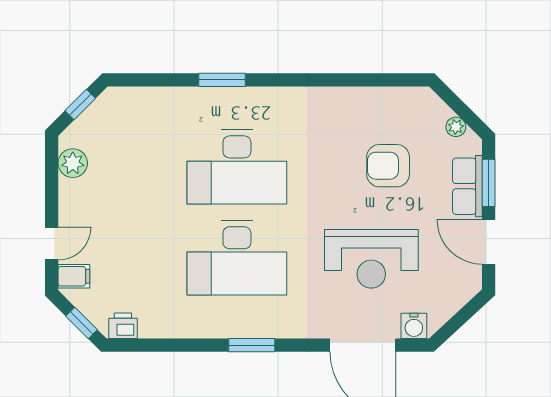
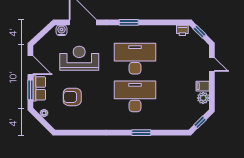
armchair: (388, 166) -> (72, 97), turned 180
door: (52, 243) -> (212, 65), swing flipped
filing cabinet: (74, 276) -> (203, 86), moved

